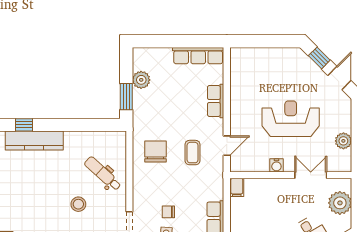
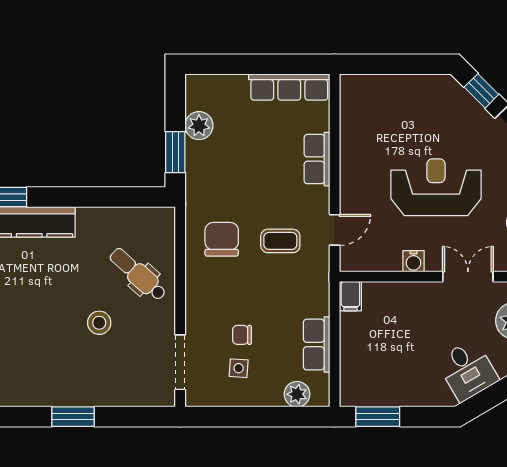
coffee table: (193, 153) -> (280, 241), turned 90

